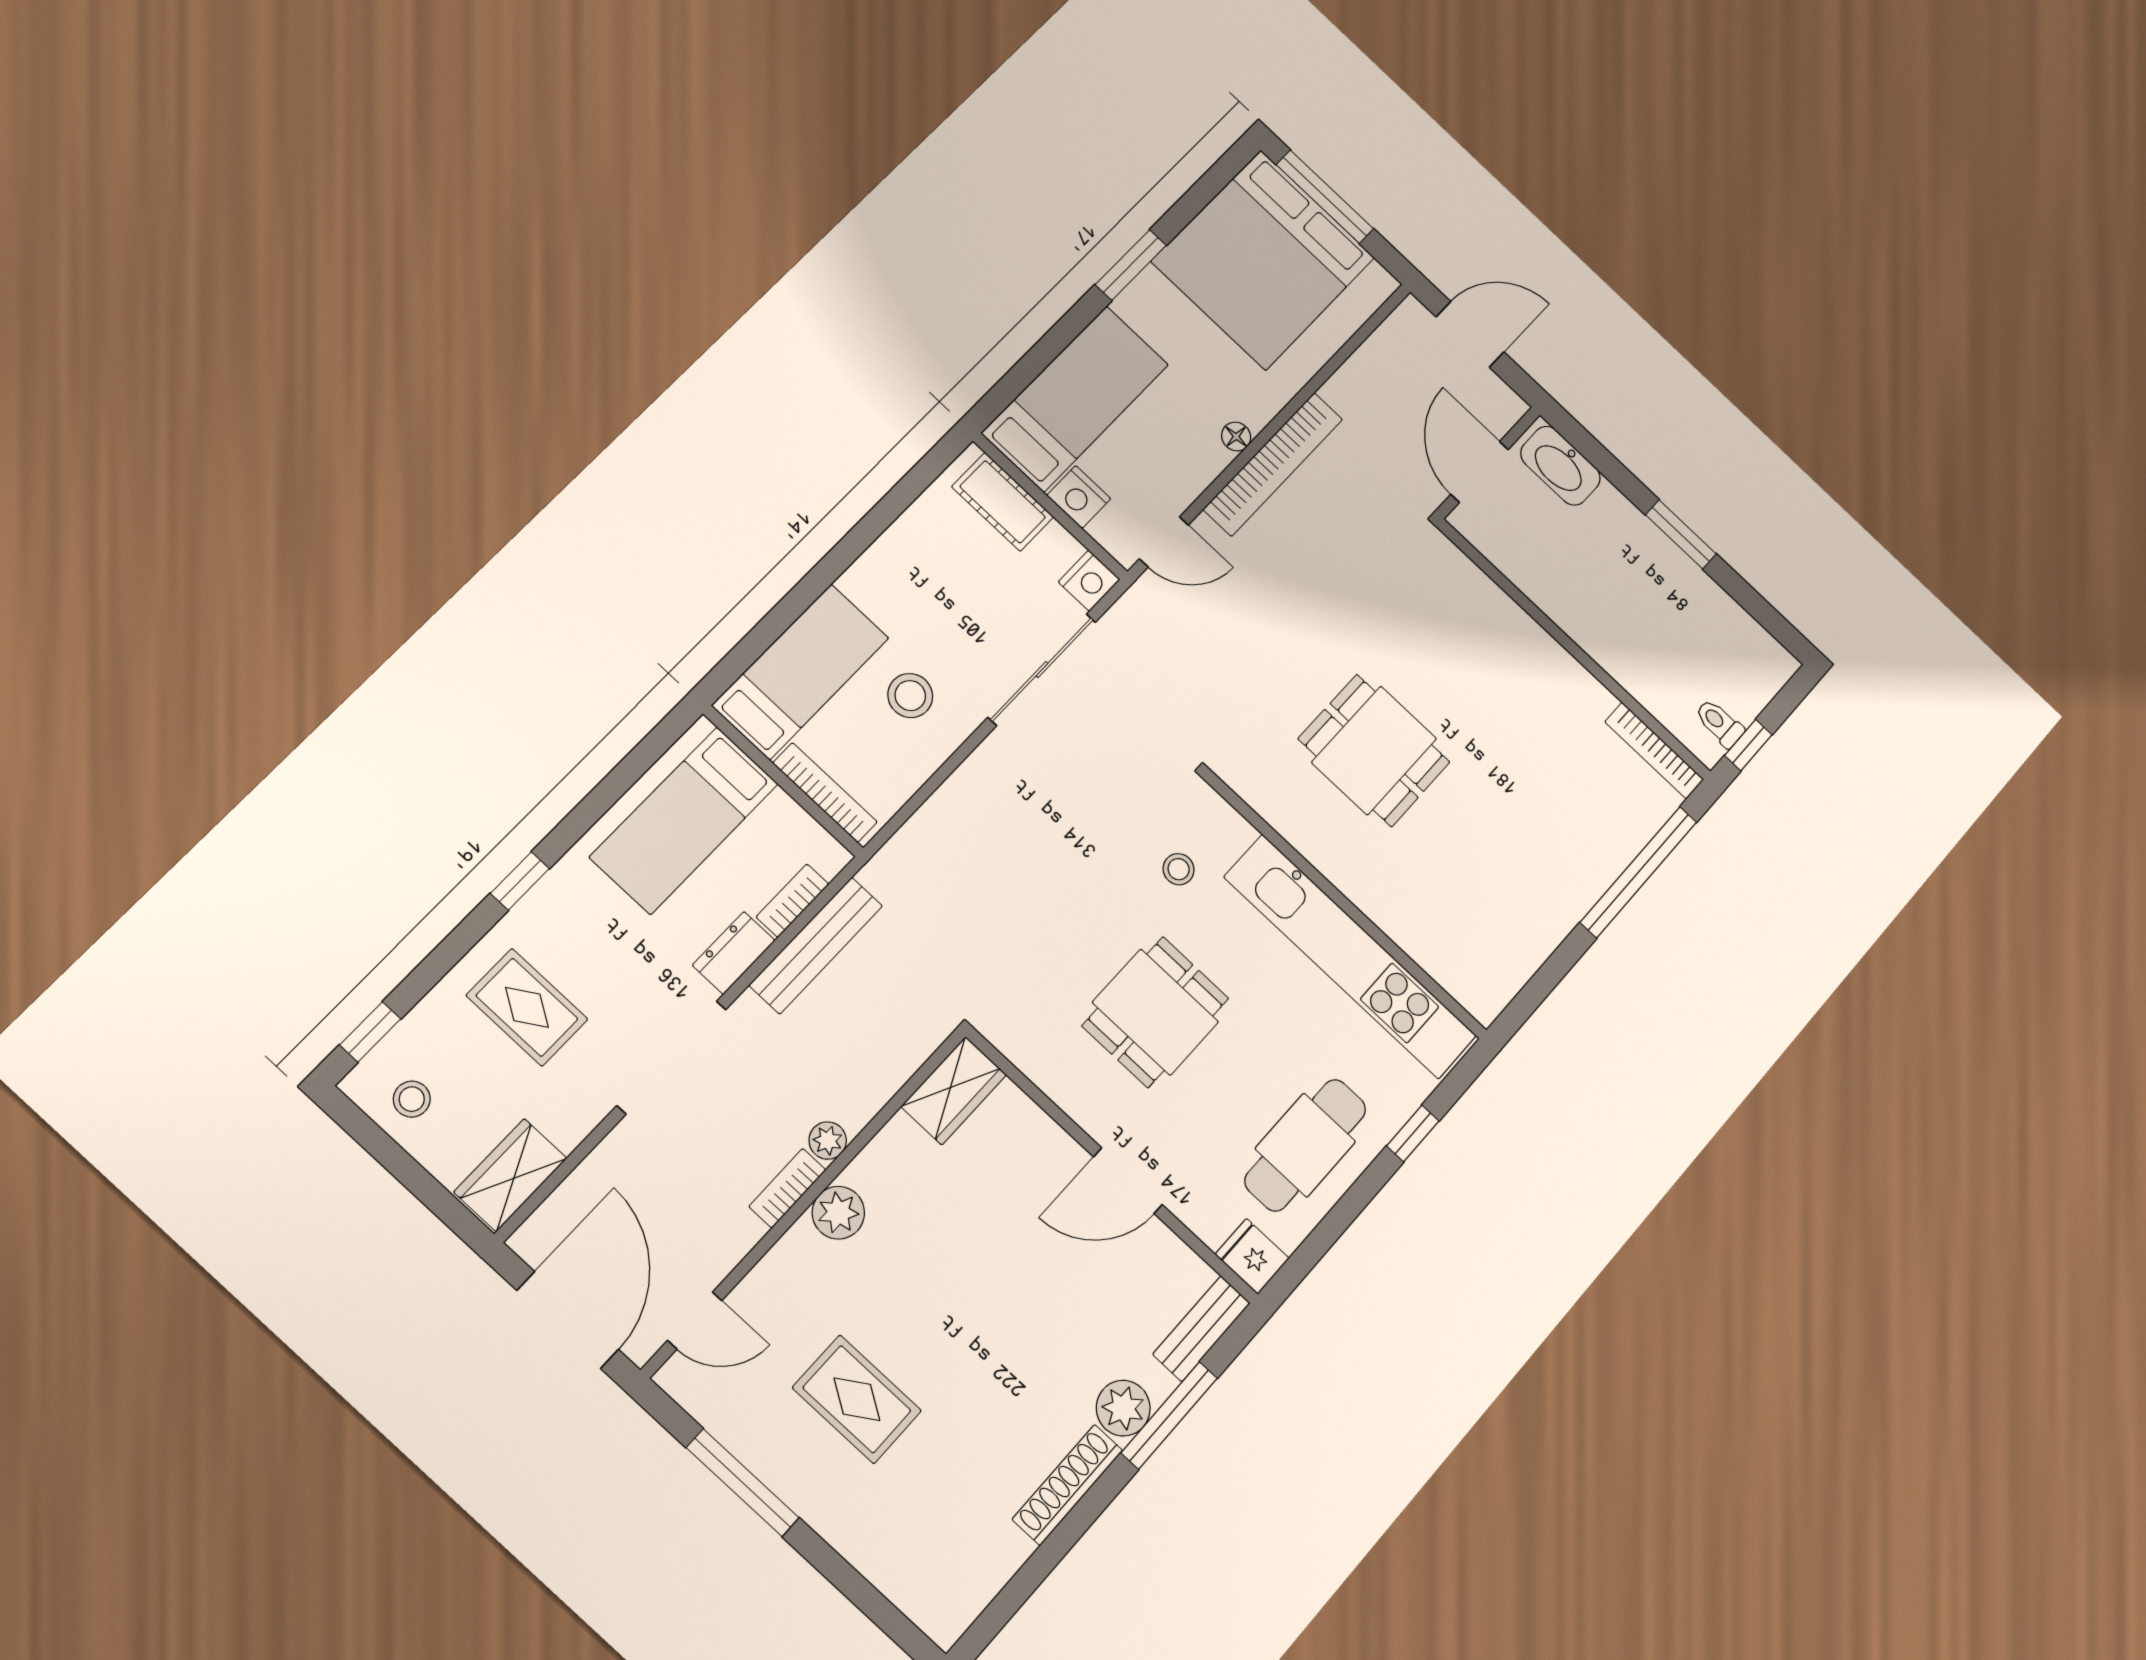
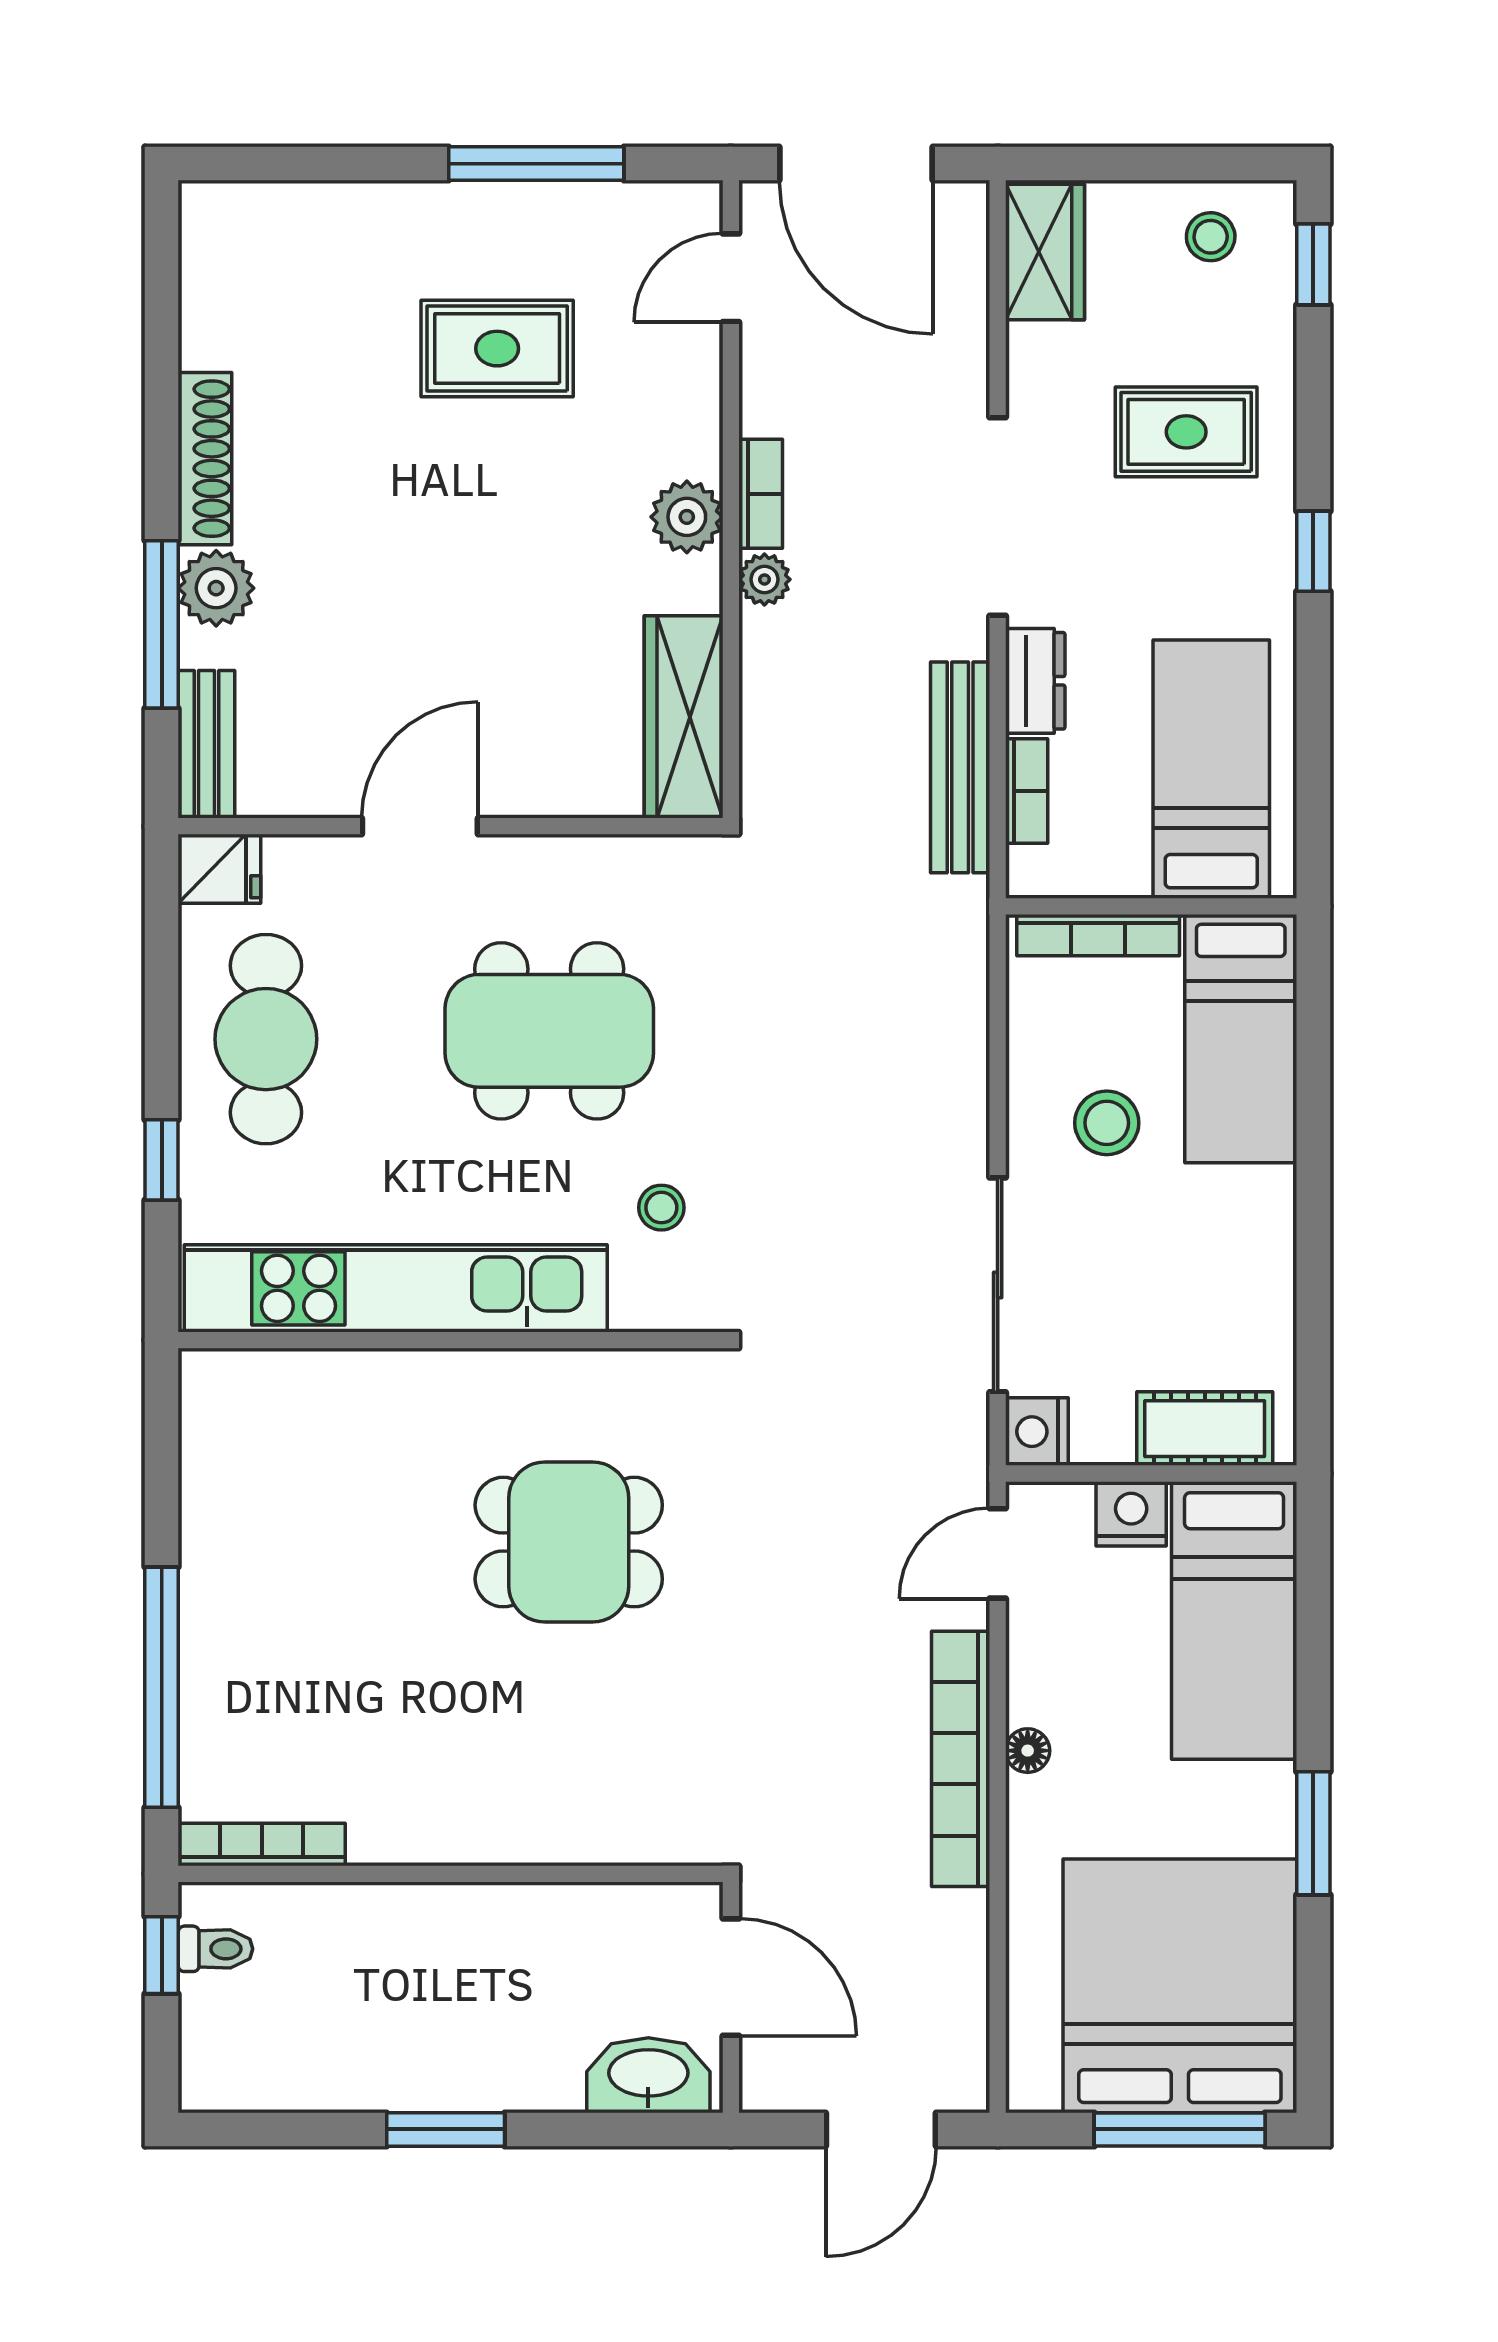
dining table: (1155, 1012) -> (549, 1031), width x1.38
wardrobe: (954, 1091) -> (684, 717), width x1.50

